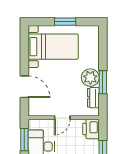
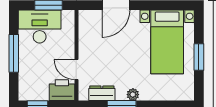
plant: (90, 78) -> (133, 95), width x0.53, depth x0.53
door: (62, 118) -> (76, 70), moved

